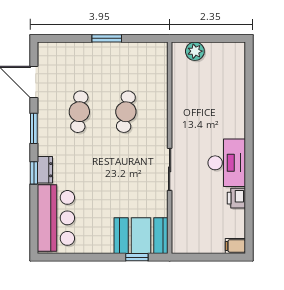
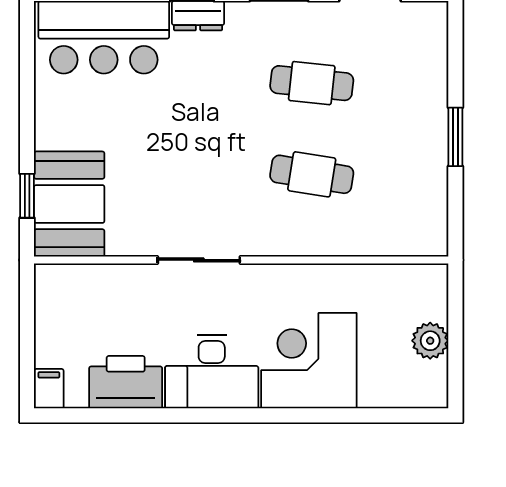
plant: (195, 51) -> (430, 341), moved
corner desk: (221, 113) -> (309, 361), added
printer: (236, 198) -> (126, 382), width x1.87, depth x1.48

